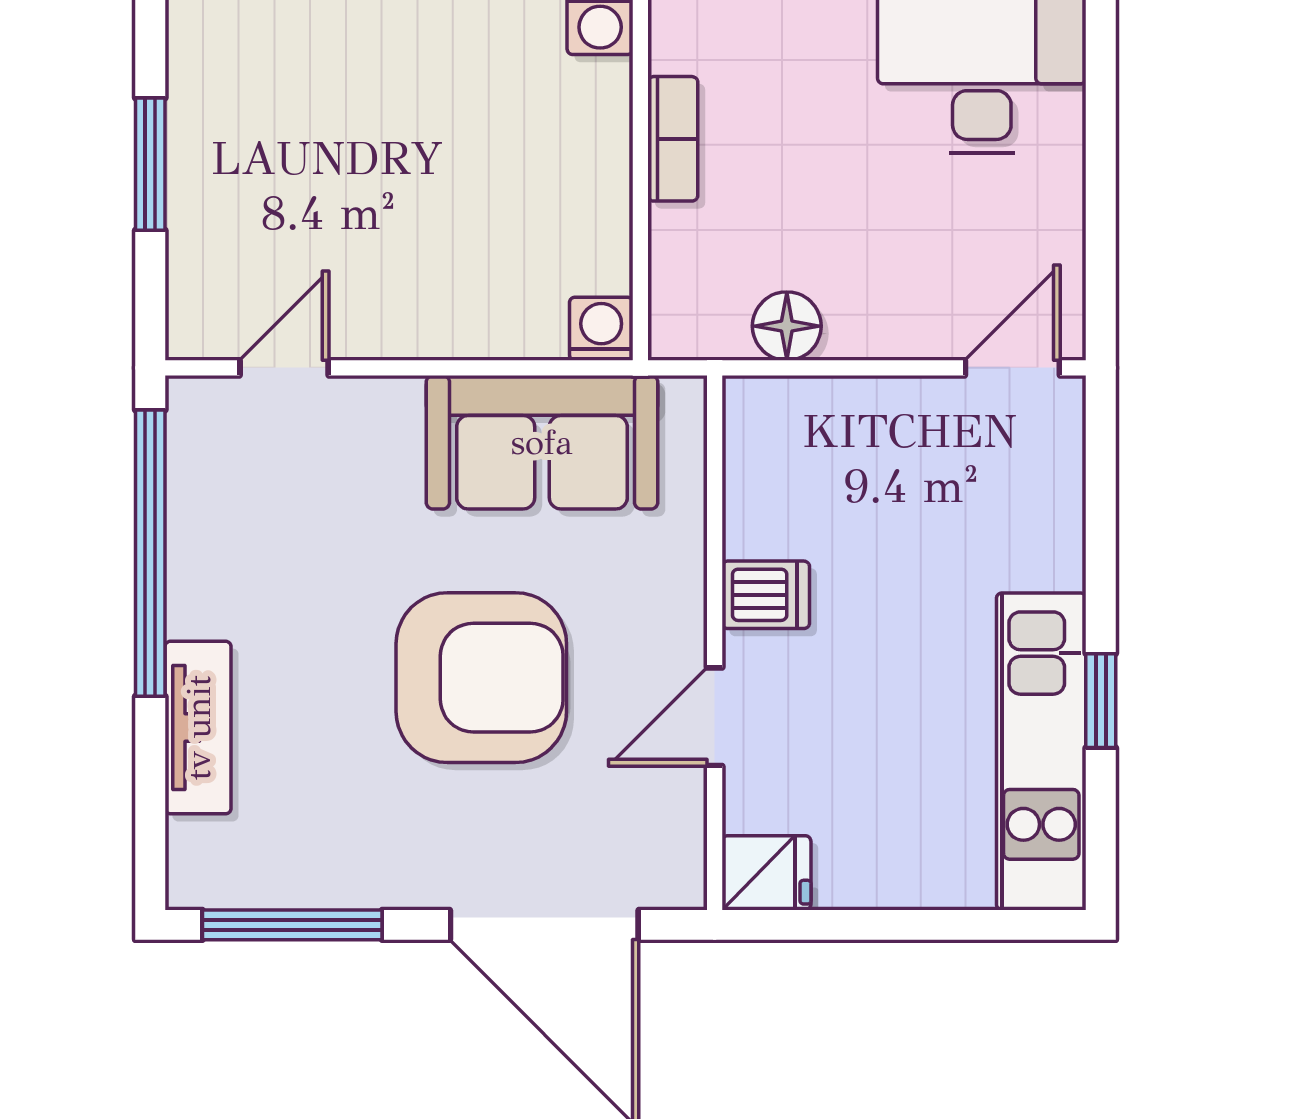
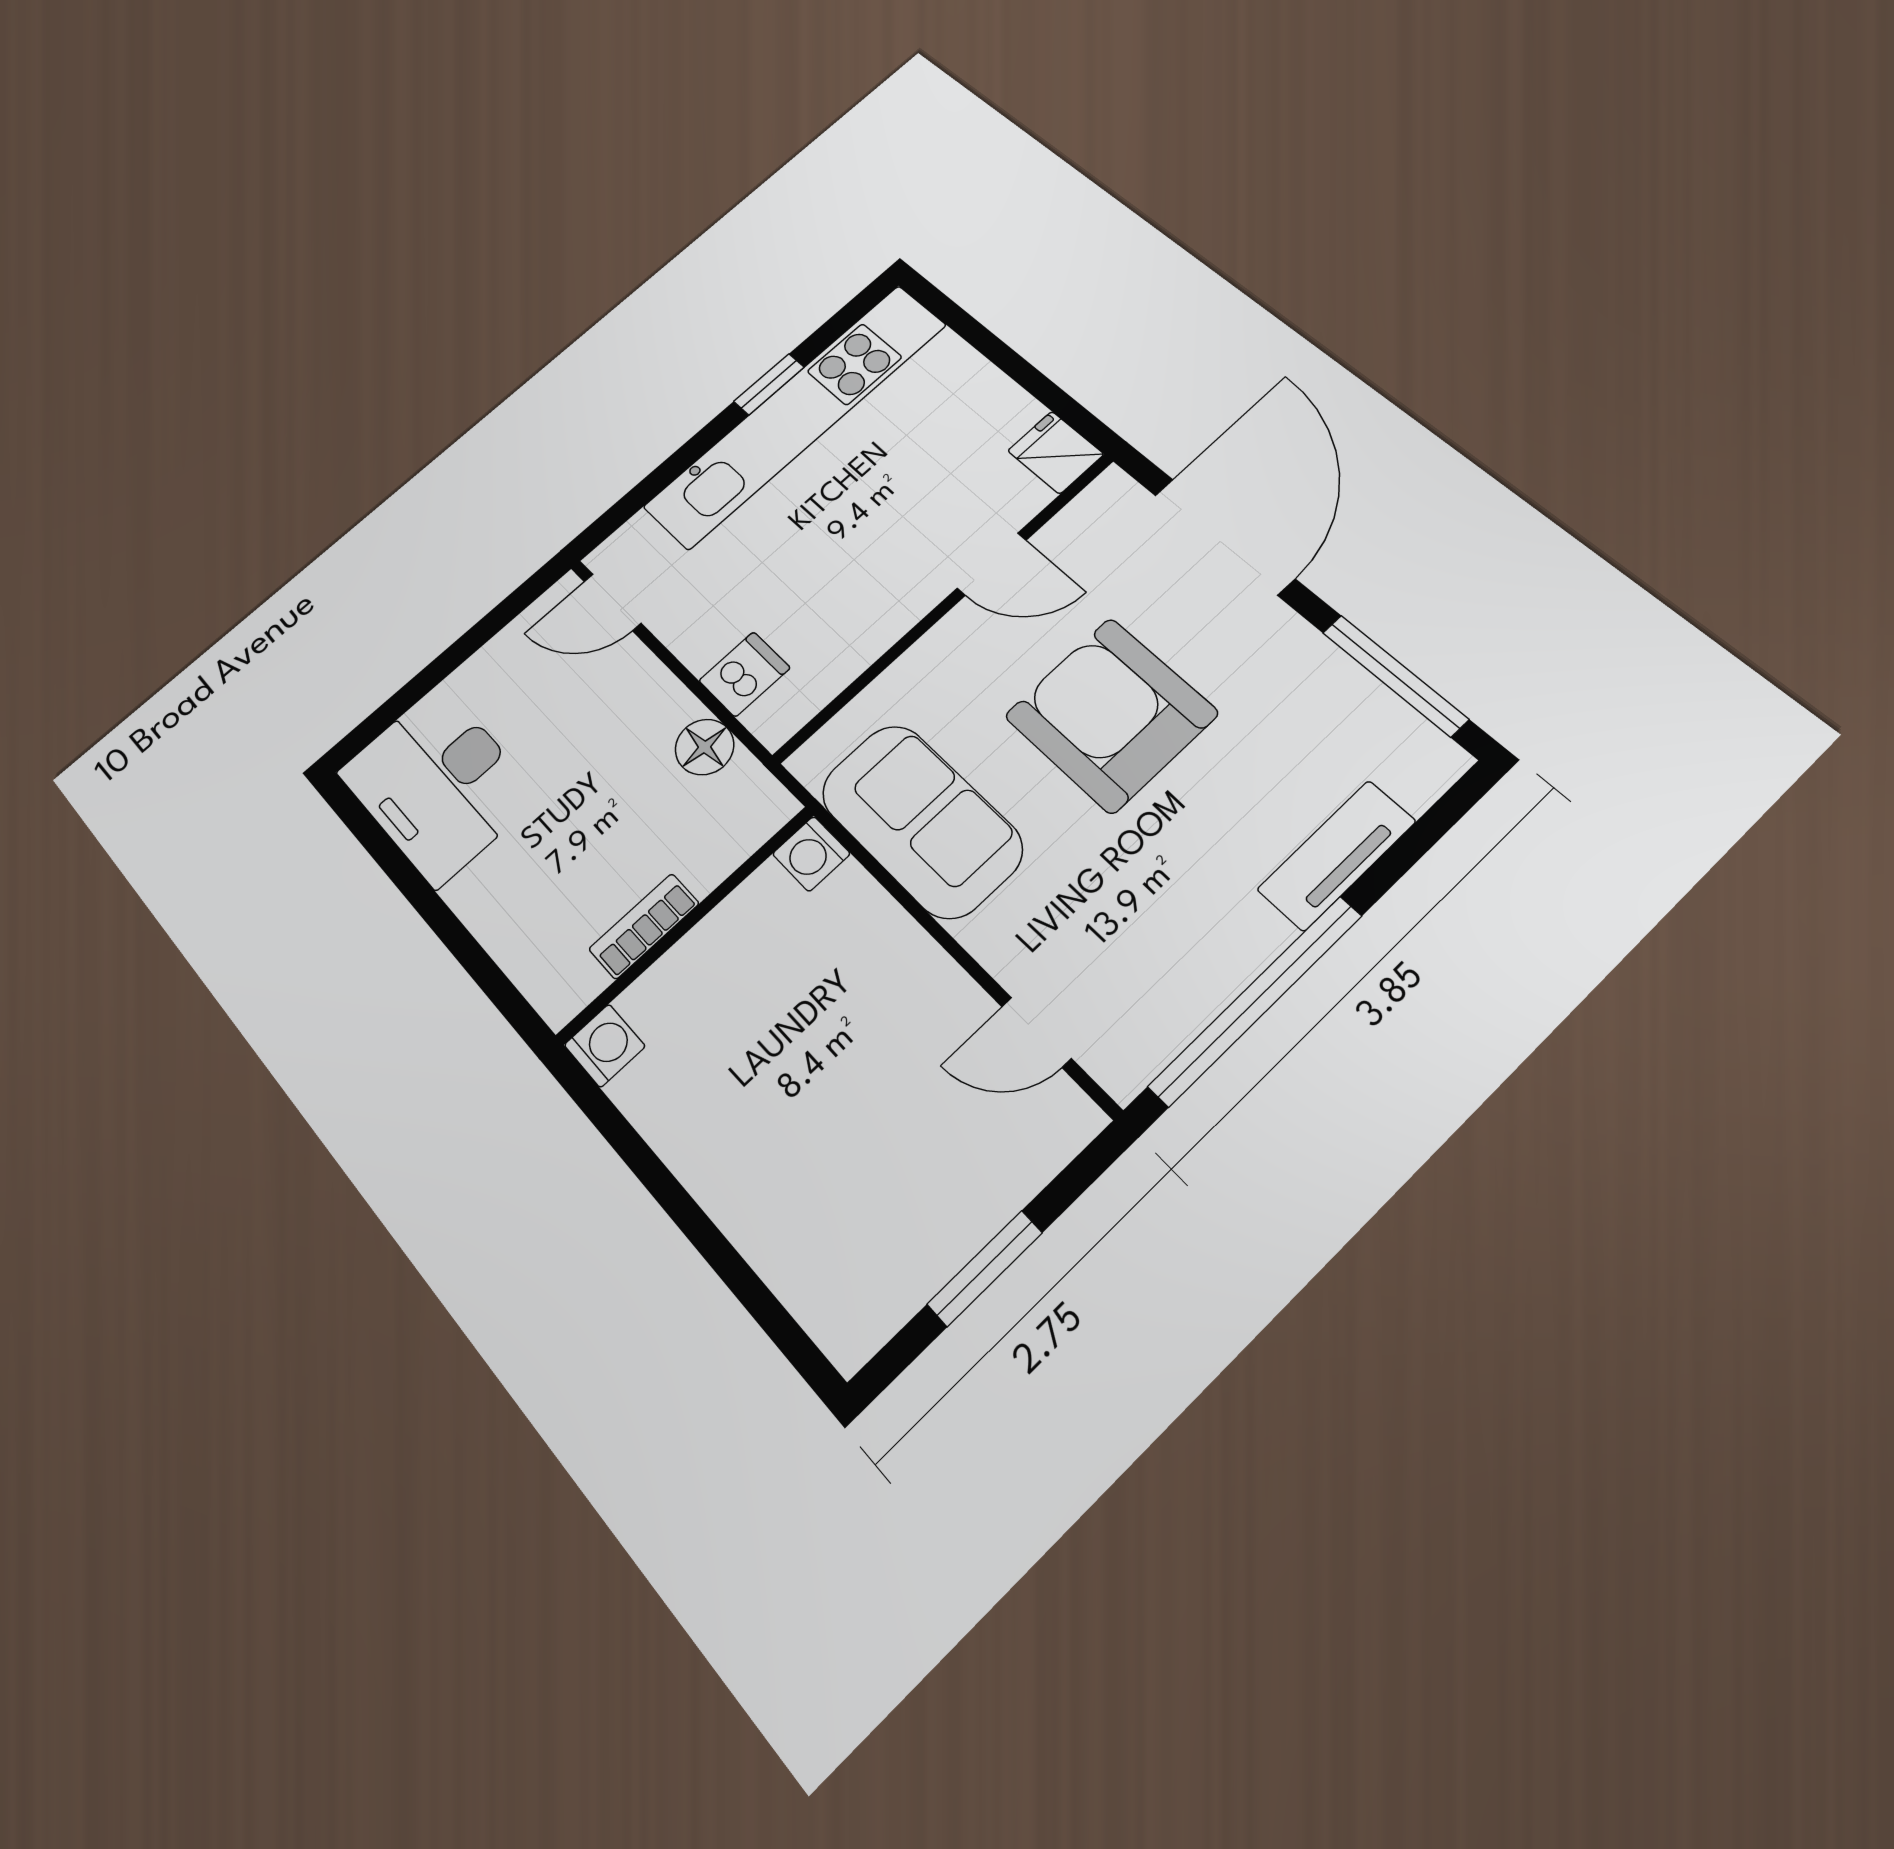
dishwasher: (766, 595) -> (744, 674), moved, turned 90
kitchen unit: (1041, 751) -> (796, 415), width x1.36

